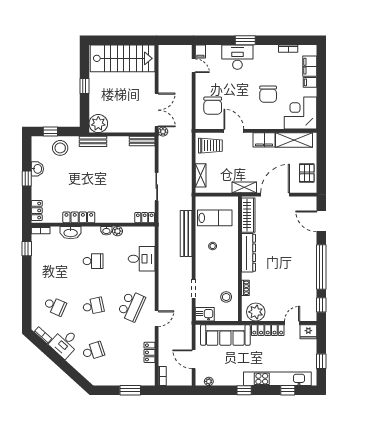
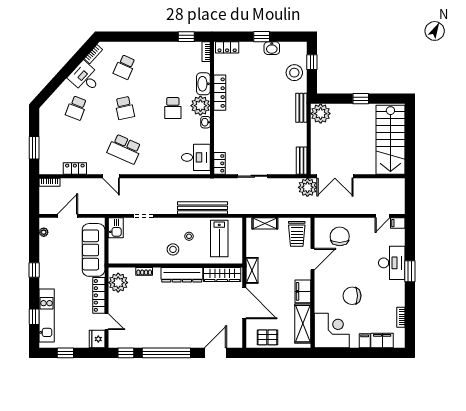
chair: (213, 106) -> (340, 236), turned 90
plant: (163, 132) -> (307, 187), width x1.88, depth x1.88
plant: (118, 231) -> (200, 106), moved, width x1.88, depth x1.88
desk: (142, 259) -> (196, 157), moved, turned -90
stool: (226, 297) -> (173, 249), moved
school desk: (93, 351) -> (76, 108), turned 39
kitchen unit: (277, 379) -> (47, 315), width x0.73

